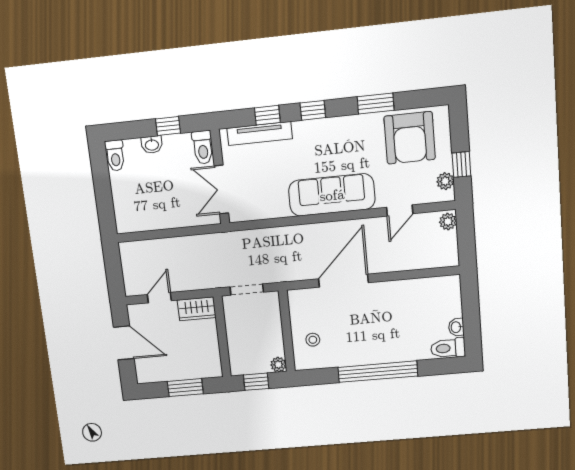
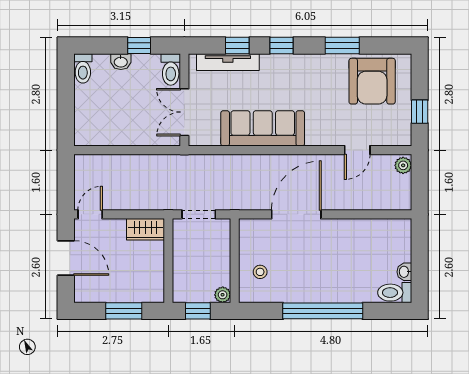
plant: (445, 181) -> (403, 126), removed
sofa: (332, 195) -> (263, 128), moved
door: (159, 298) -> (90, 214), moved

